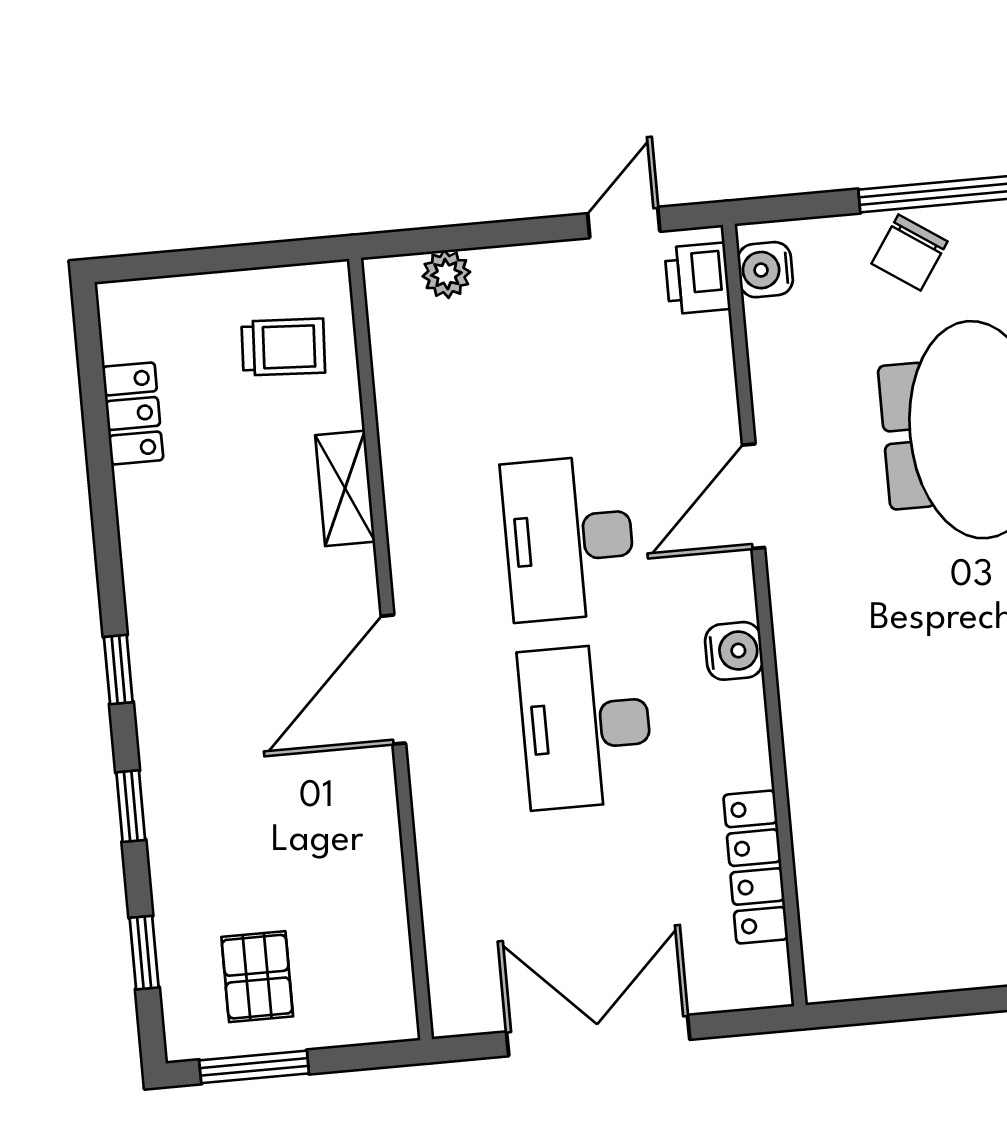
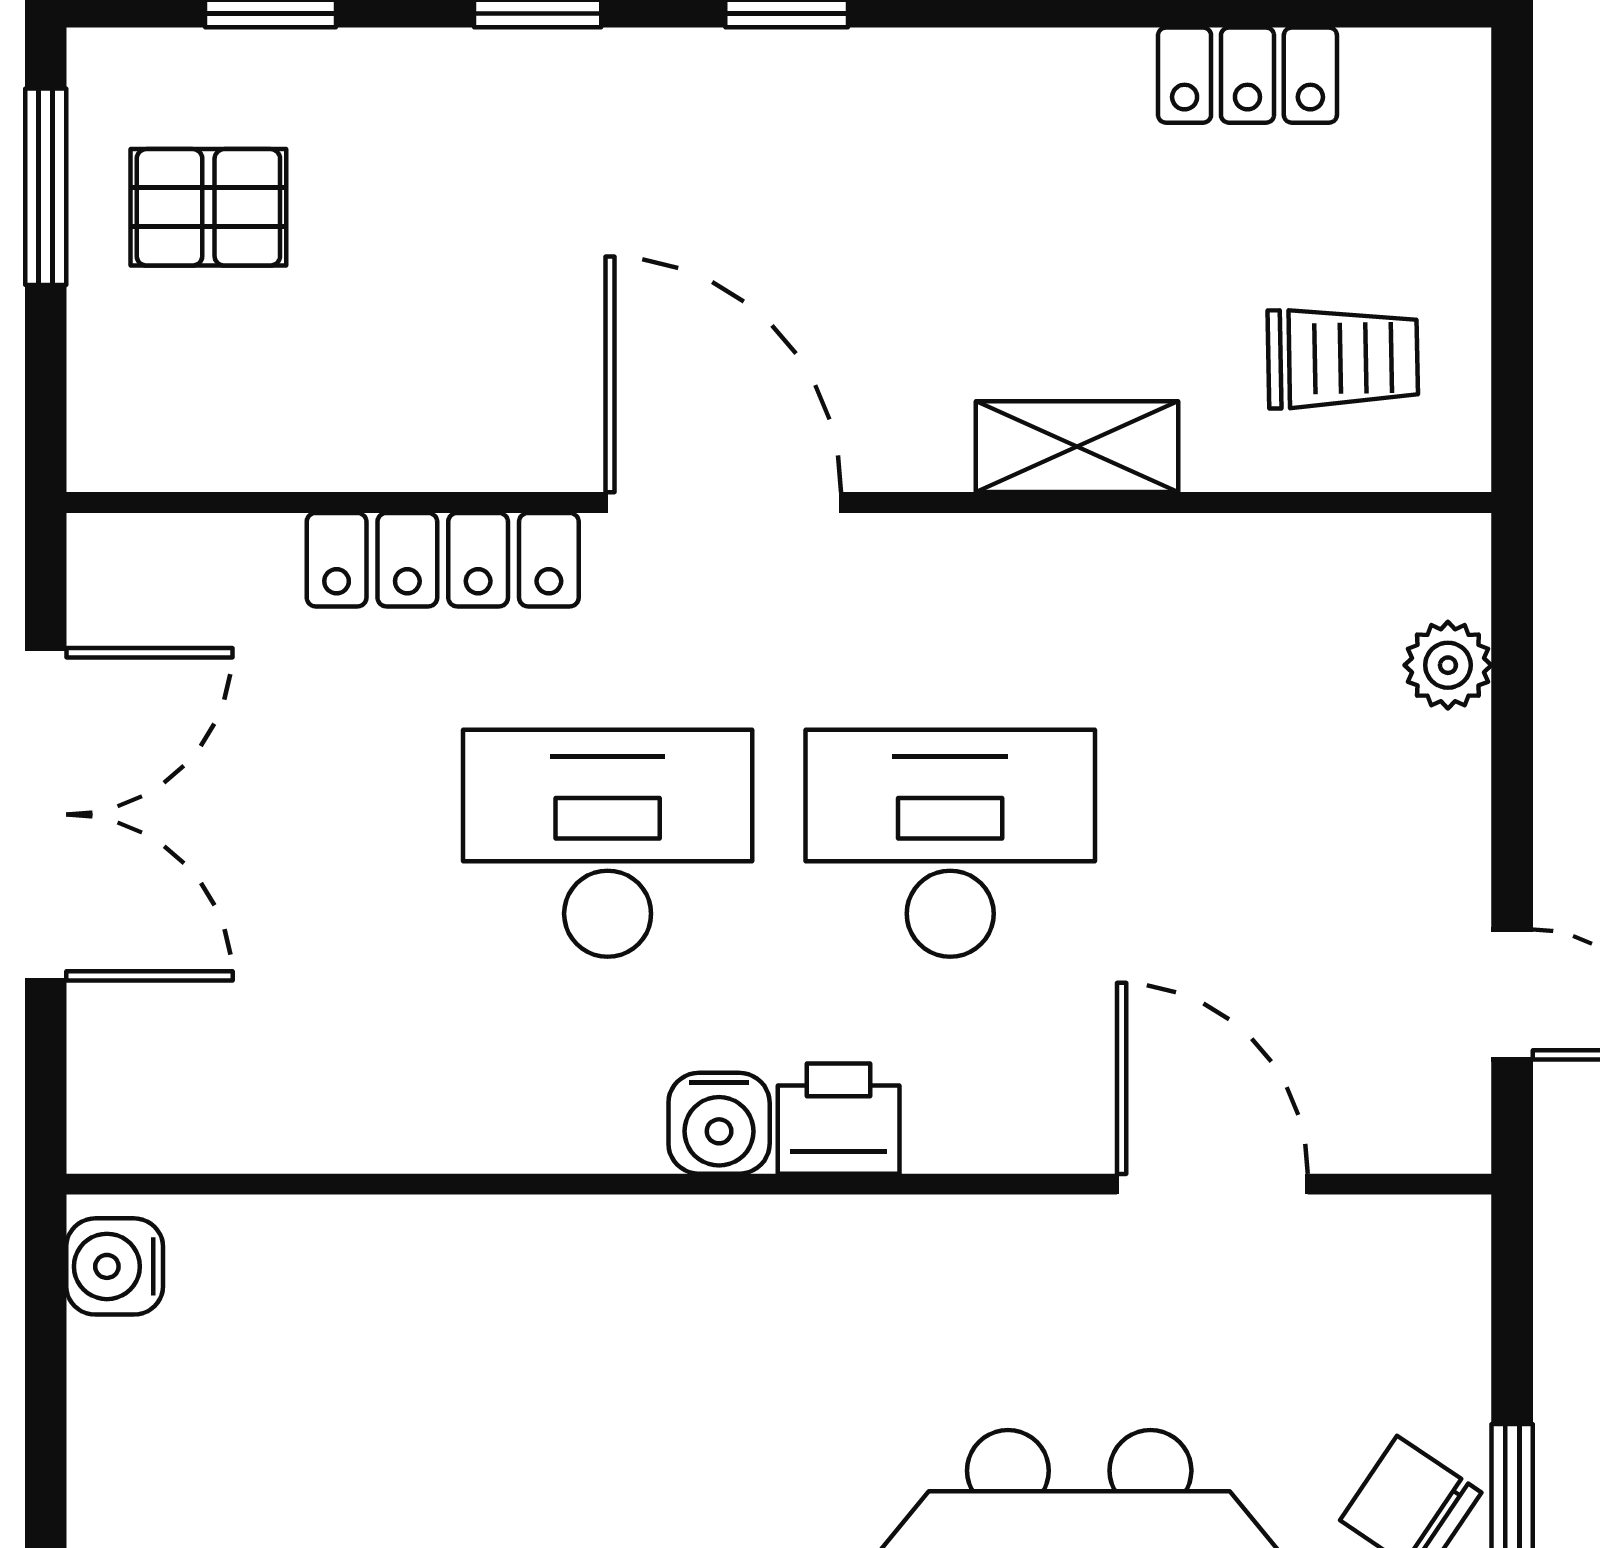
water cooler: (765, 270) -> (115, 1266), moved, turned -90
printer: (697, 278) -> (839, 1119), moved
trolley: (283, 347) -> (1343, 358), turned -94
door: (753, 496) -> (1212, 1184), moved
locker: (756, 867) -> (443, 560), moved, turned 180

